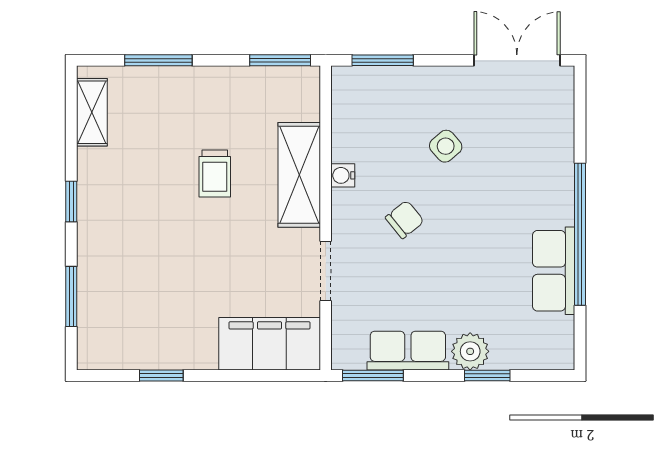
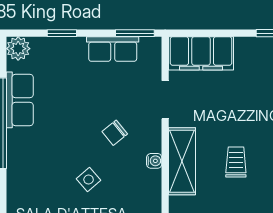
plant: (470, 351) -> (18, 49), moved

